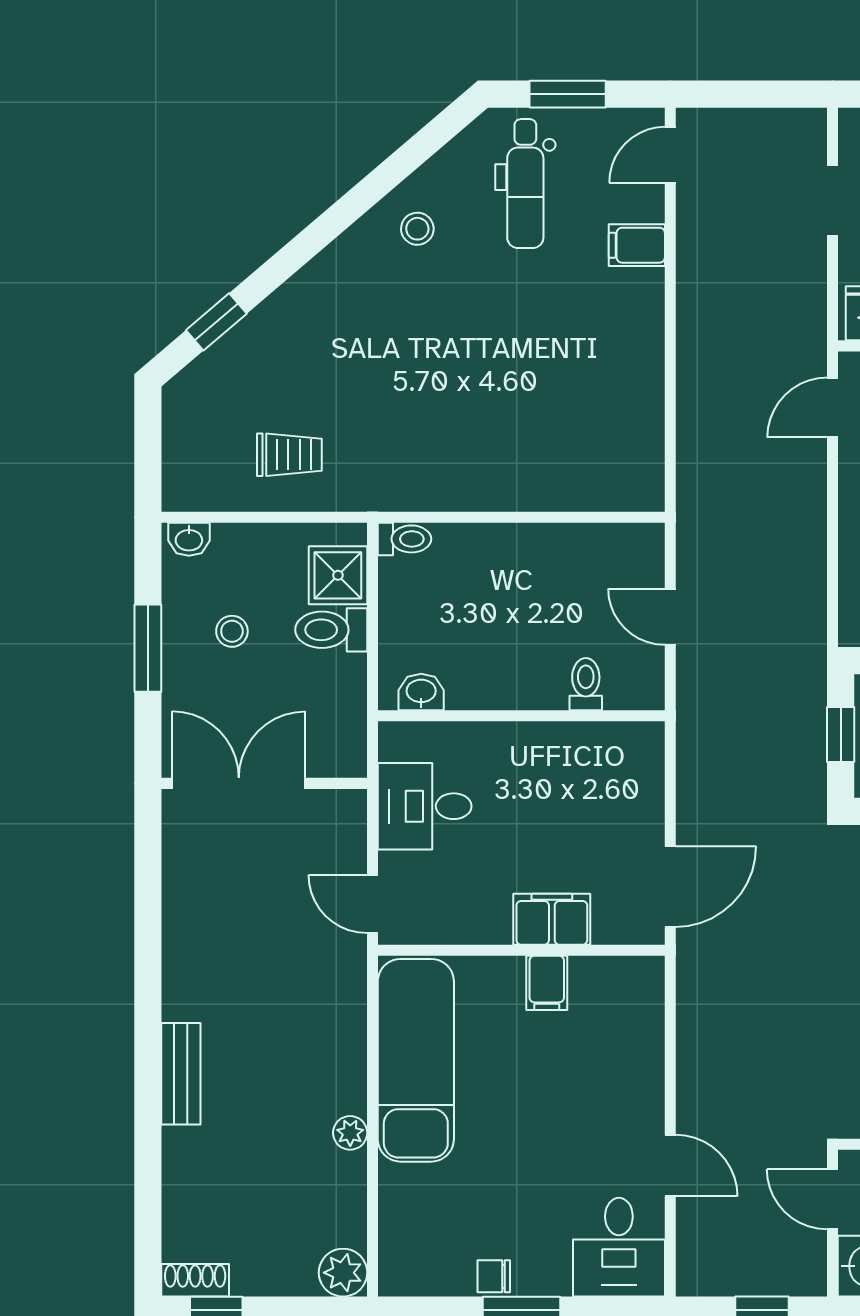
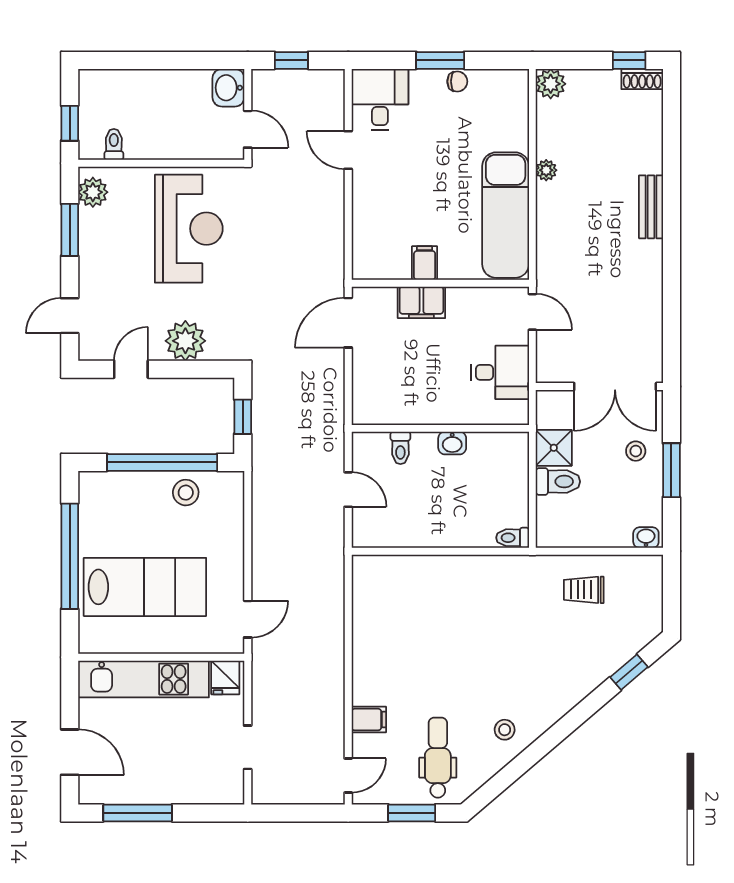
shower: (338, 575) -> (554, 448), moved
stool: (232, 631) -> (636, 451), moved
washbasin: (421, 692) -> (452, 443), moved

